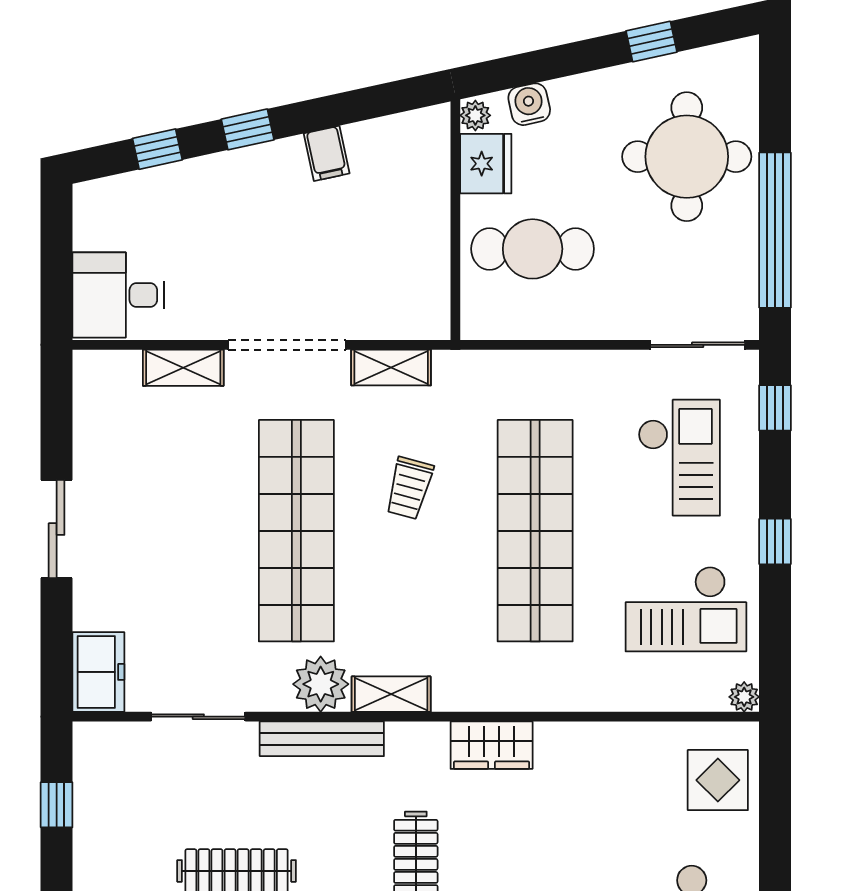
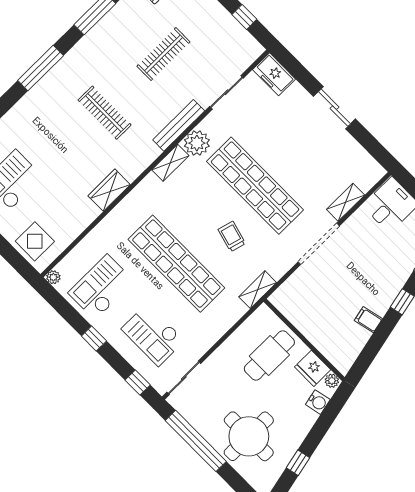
shelving: (391, 367) -> (258, 290), moved
wardrobe: (492, 745) -> (109, 190), moved

